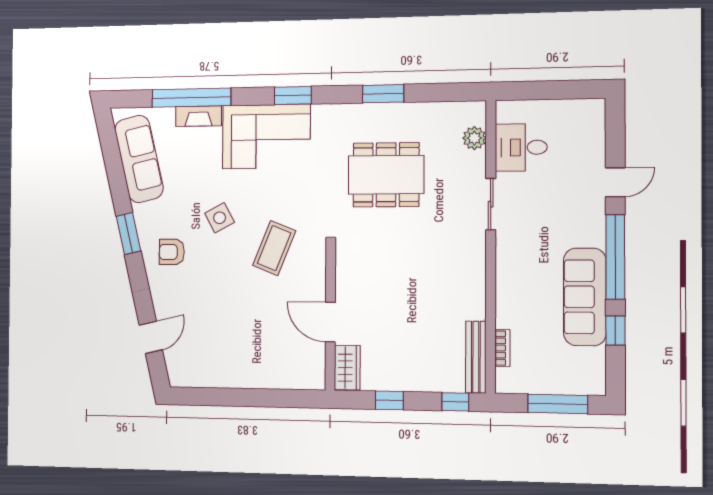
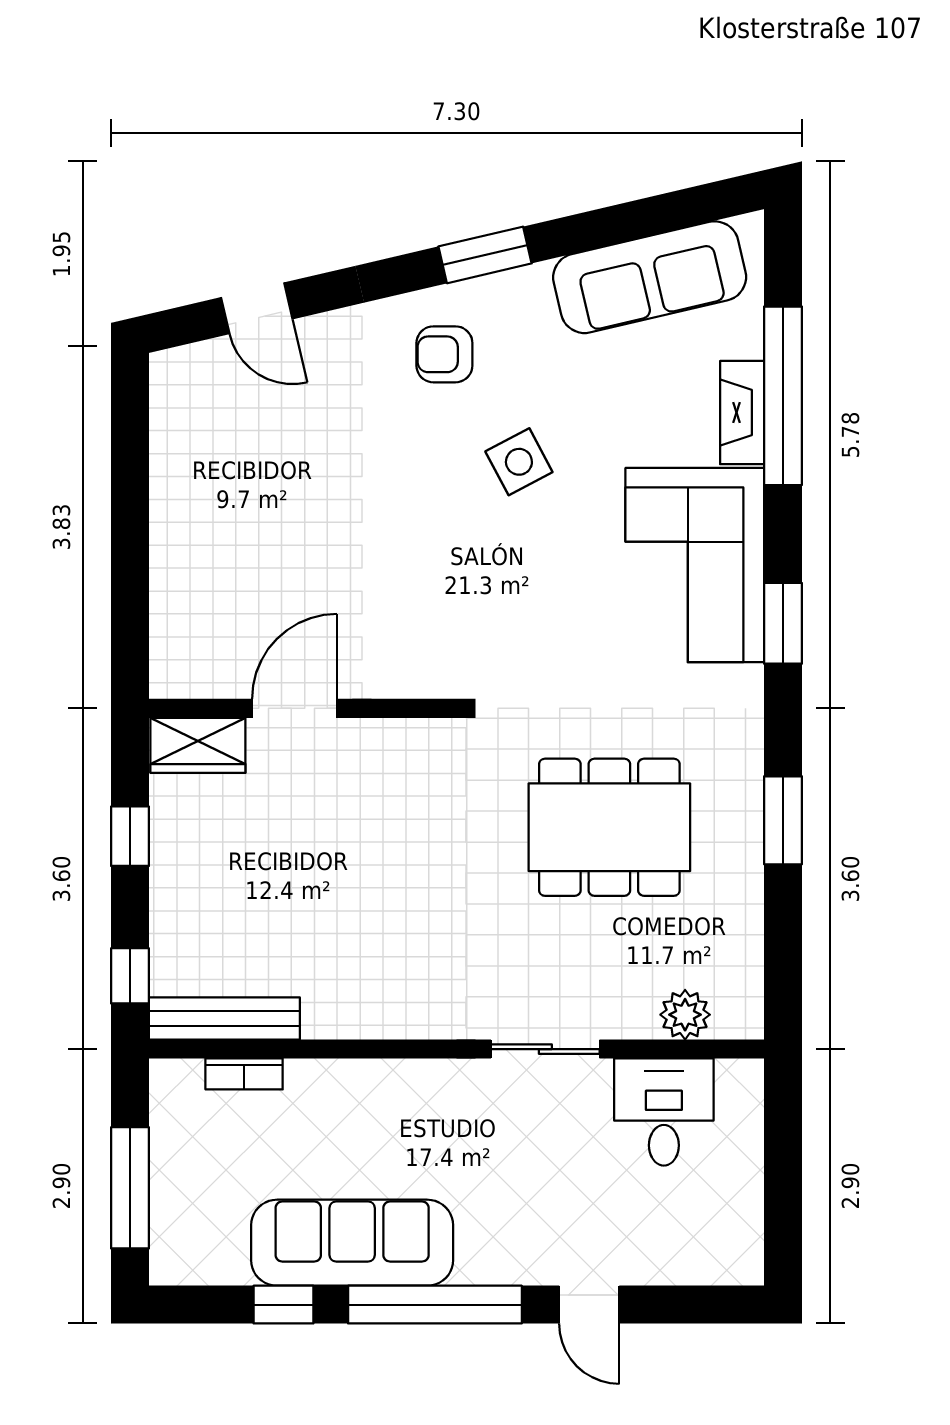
dining table: (386, 175) -> (609, 827), turned 90
coffee table: (274, 248) -> (453, 584), removed
armchair: (172, 252) -> (444, 354), turned -90

